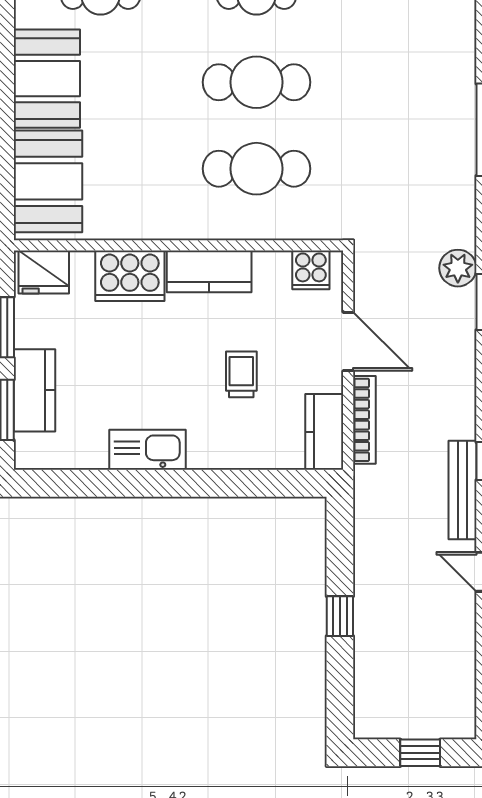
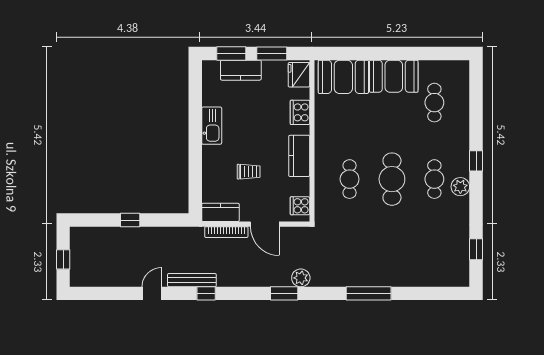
cafe table: (256, 169) -> (350, 179), width x0.73, depth x0.74
cooker: (130, 276) -> (300, 112), width x0.73, depth x0.76
door: (348, 341) -> (265, 224), hinge flipped

